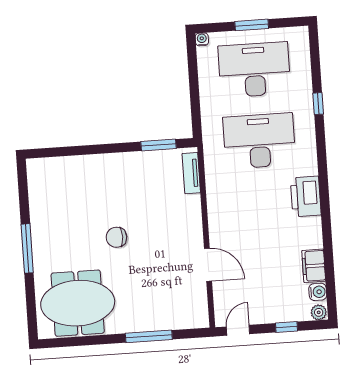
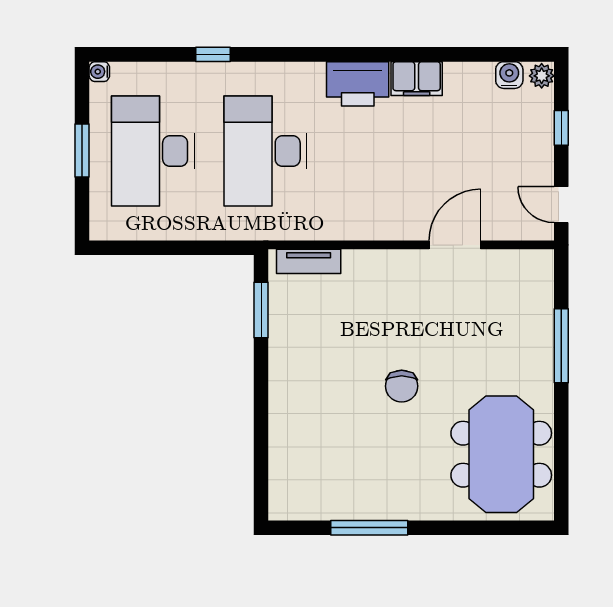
water cooler: (202, 39) -> (99, 72), moved
window: (27, 248) -> (369, 528), moved
filing cabinet: (314, 266) -> (417, 79), moved

